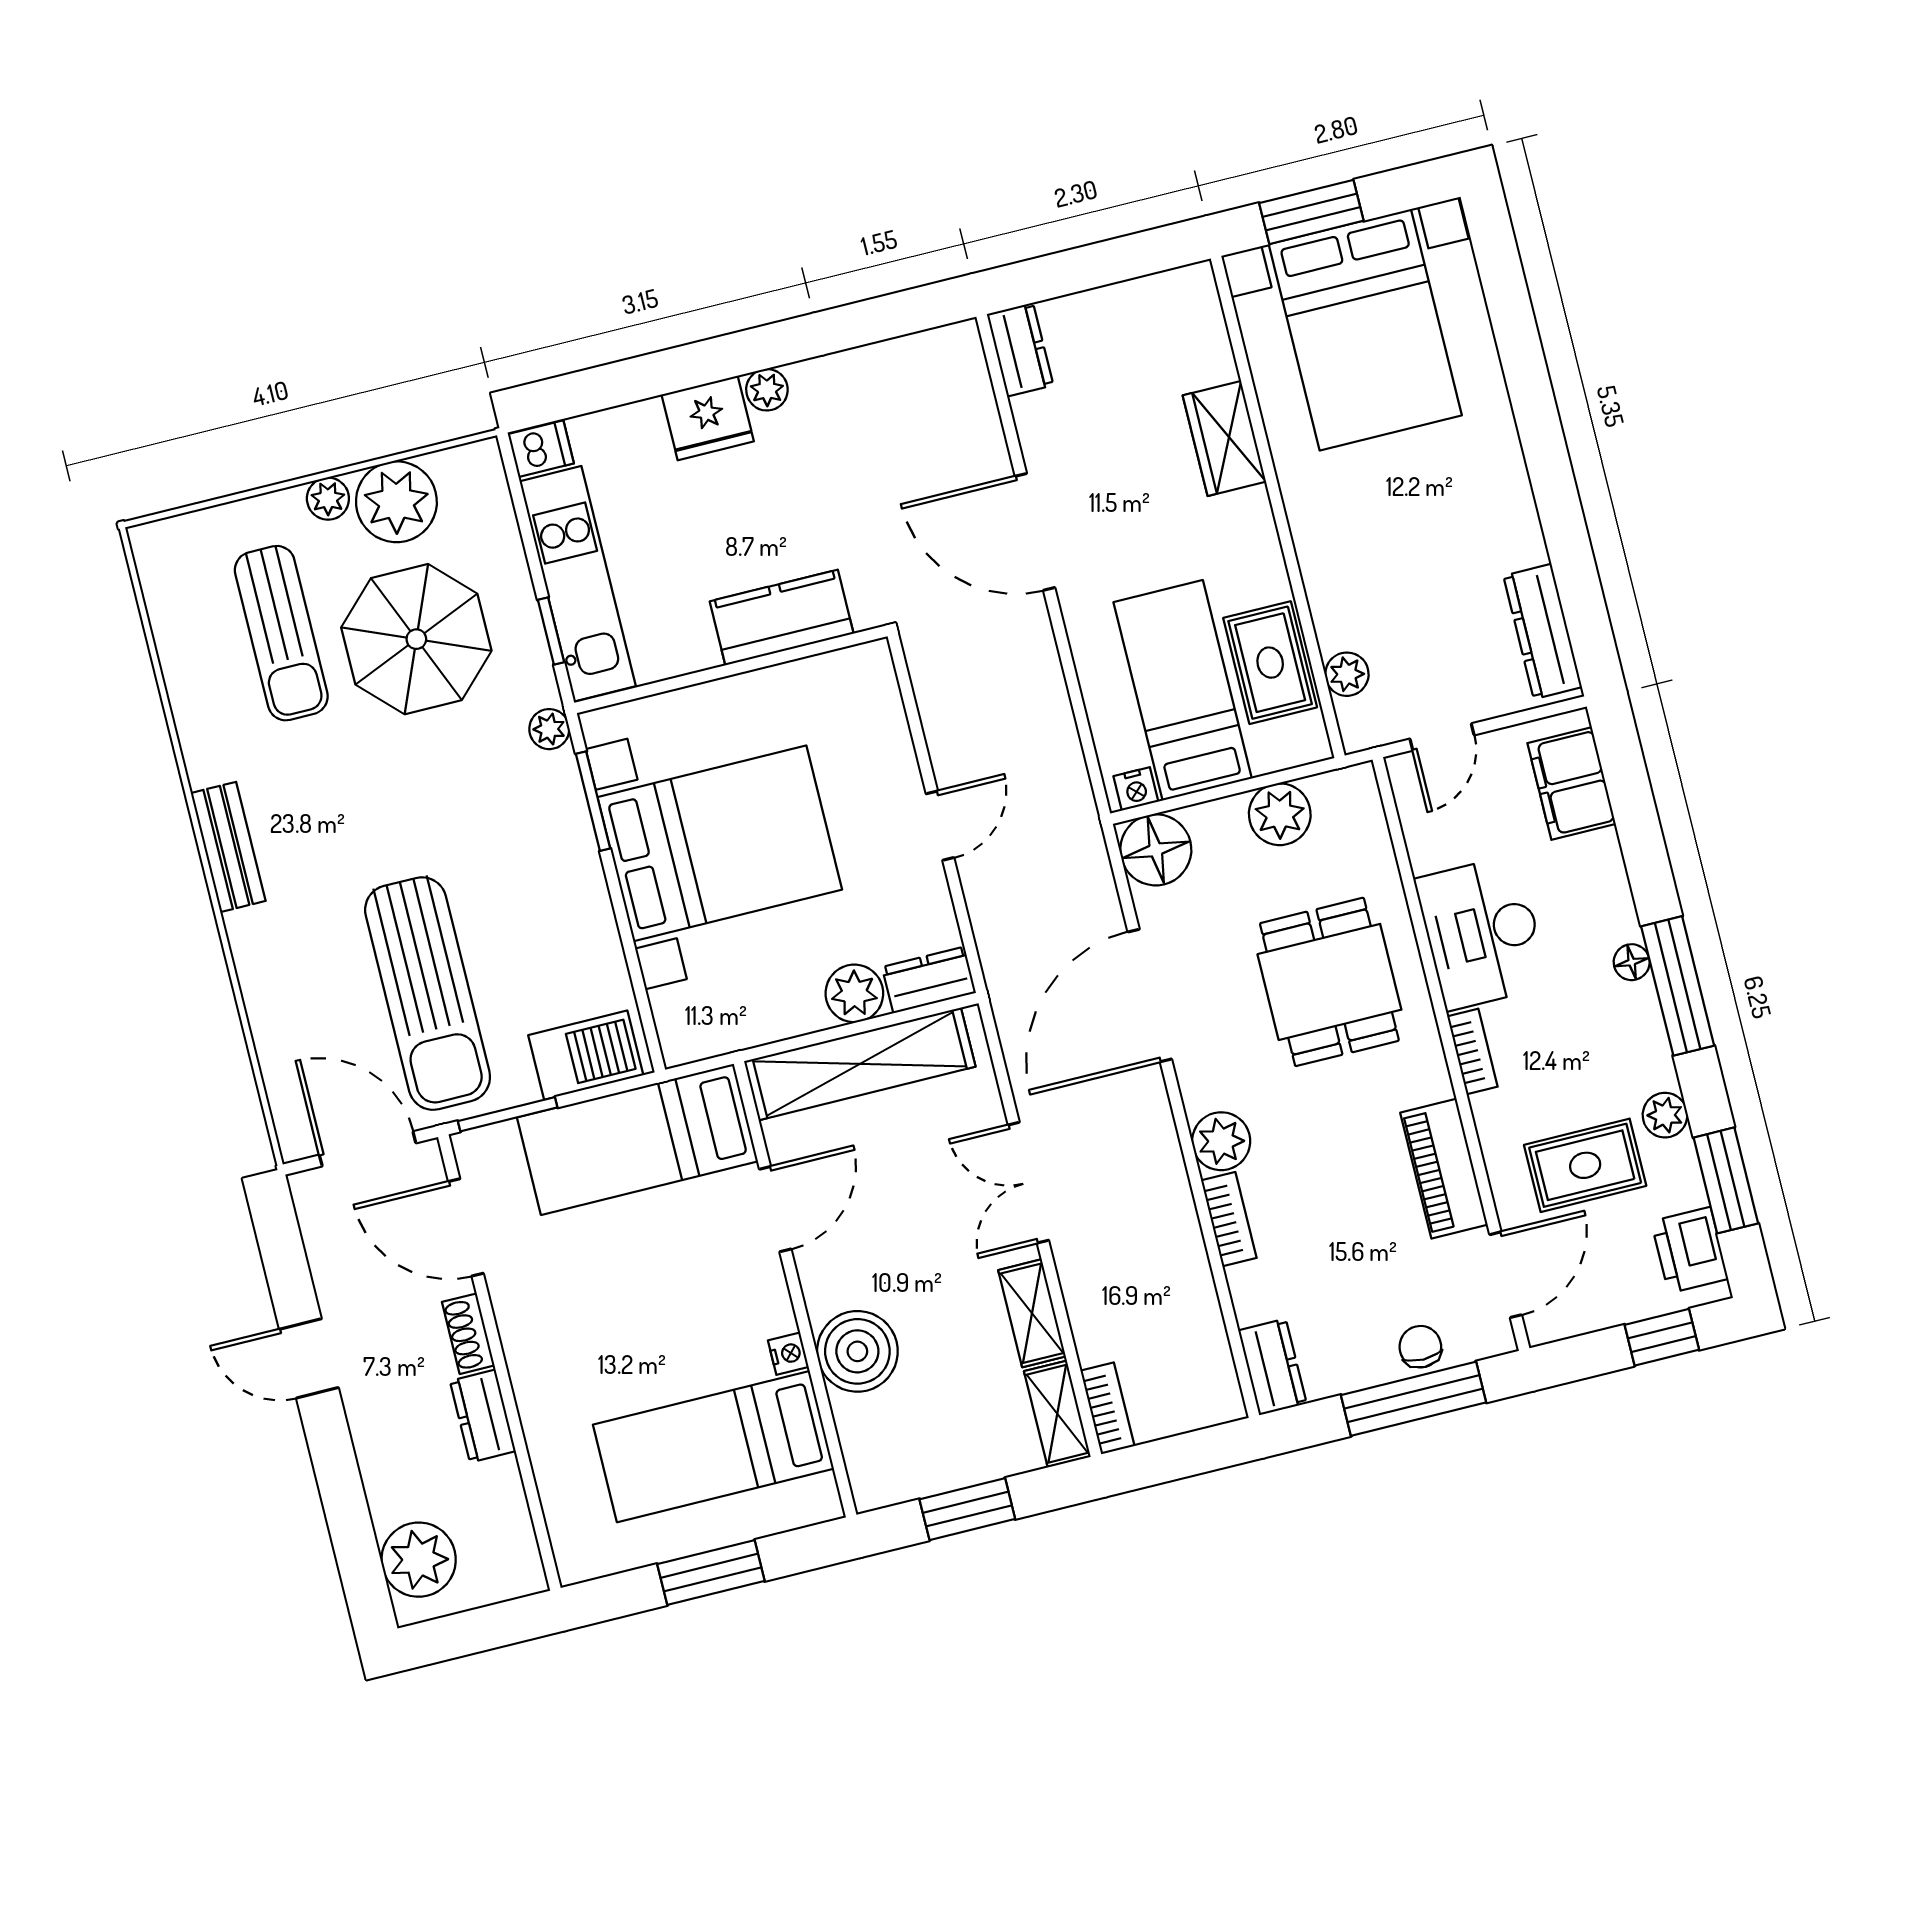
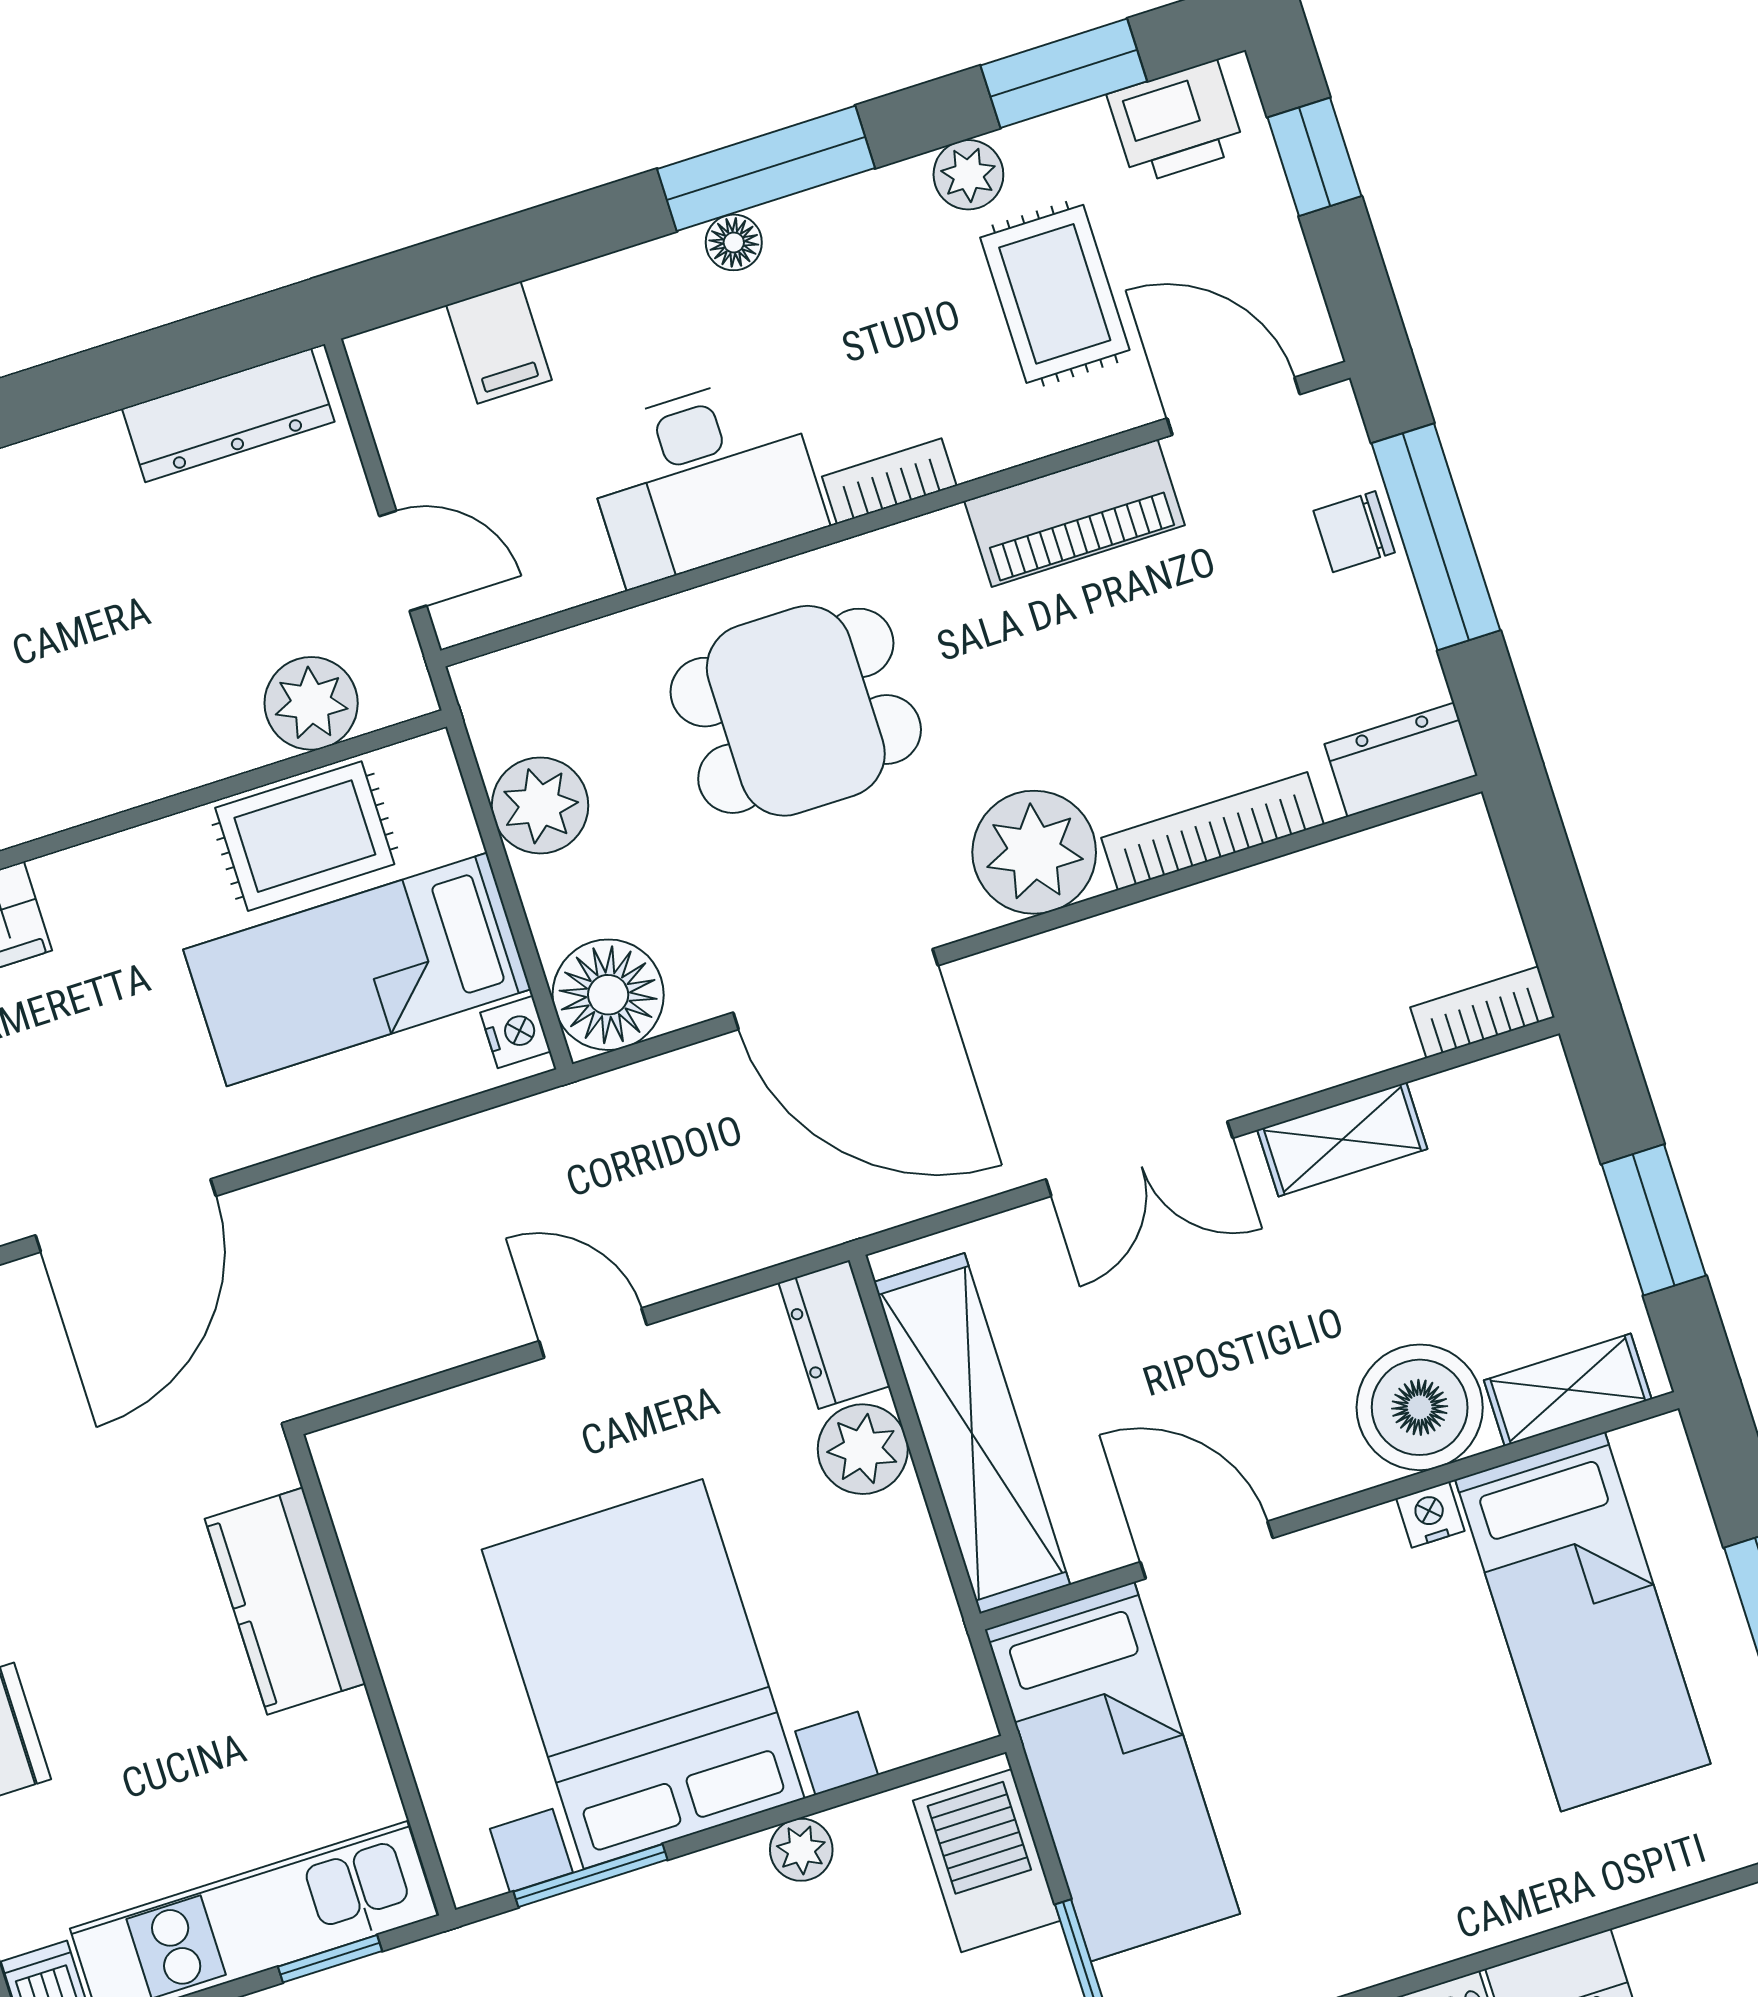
plant: (1347, 674) -> (311, 703), width x1.38, depth x1.38
plant: (549, 729) -> (801, 1850), moved
filing cabinet: (1572, 783) -> (499, 343), width x0.50
plant: (1221, 1141) -> (1034, 852), width x1.36, depth x1.36
bookcase: (1229, 1219) -> (1213, 831), width x1.56
shelving: (1057, 1414) -> (1568, 1390), moved

